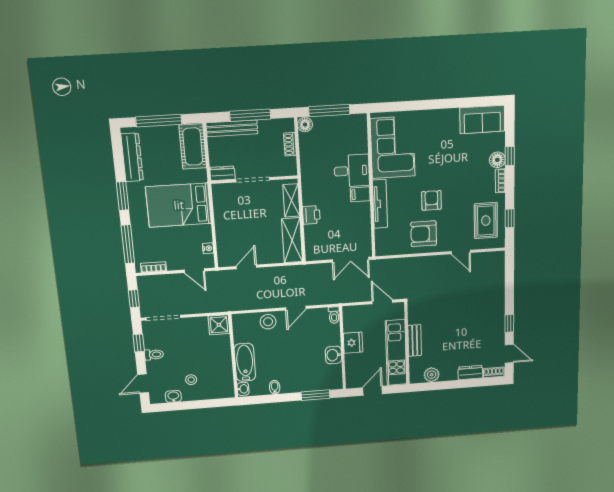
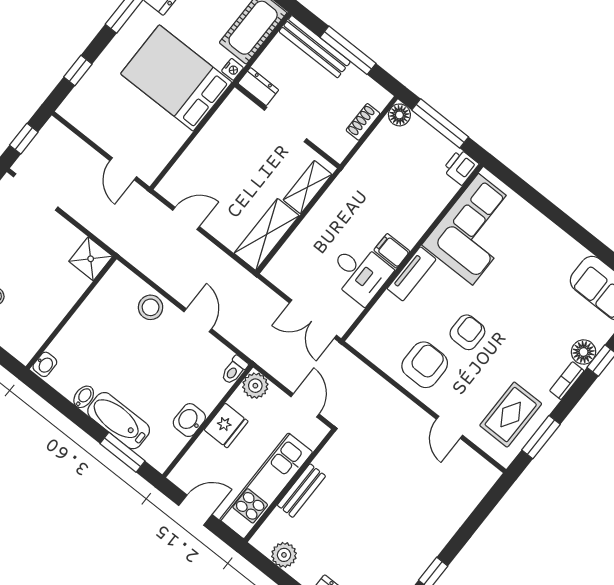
desk: (352, 171) -> (360, 273), moved
tv unit: (380, 204) -> (412, 274), width x0.71
printer: (311, 215) -> (461, 167), moved, turned 180
window: (510, 218) -> (541, 437), width x1.50
armchair: (424, 234) -> (425, 365), turned 90
window: (128, 244) -> (78, 70), width x0.46
nightstand: (208, 248) -> (232, 69), moved
bookcase: (153, 267) -> (81, 123), removed
door: (296, 308) -> (198, 320), swing flipped
plant: (350, 313) -> (255, 386), added
bathtub: (245, 362) -> (119, 421), moved, turned -90

